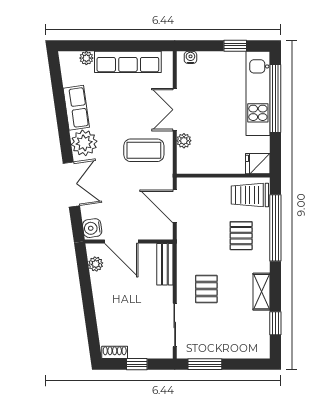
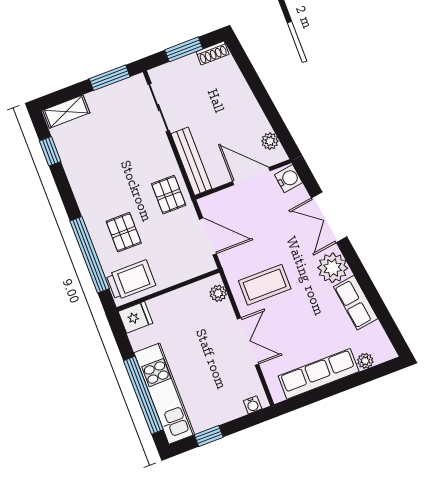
plant: (184, 141) -> (218, 293), moved
bench: (165, 264) -> (191, 161), width x1.36
pallet: (206, 289) -> (169, 195), moved
shelving: (261, 292) -> (66, 112), moved, turned 90
window: (137, 364) -> (184, 49), width x1.50

